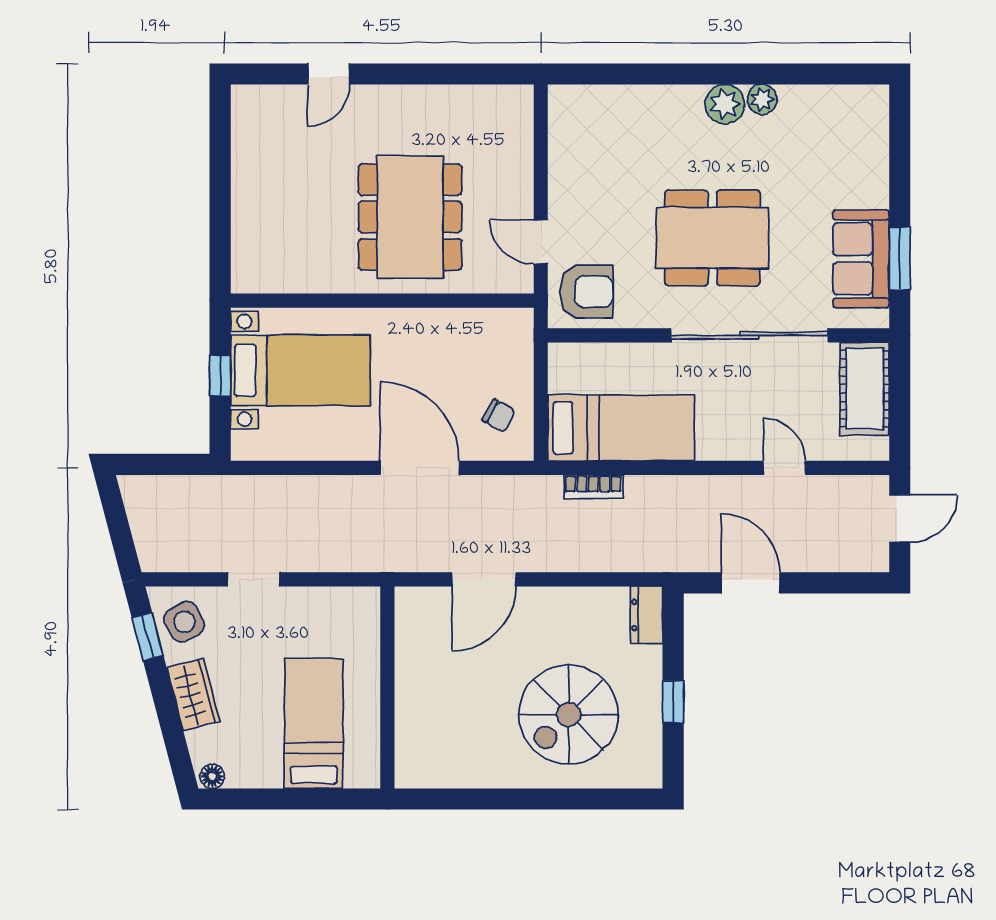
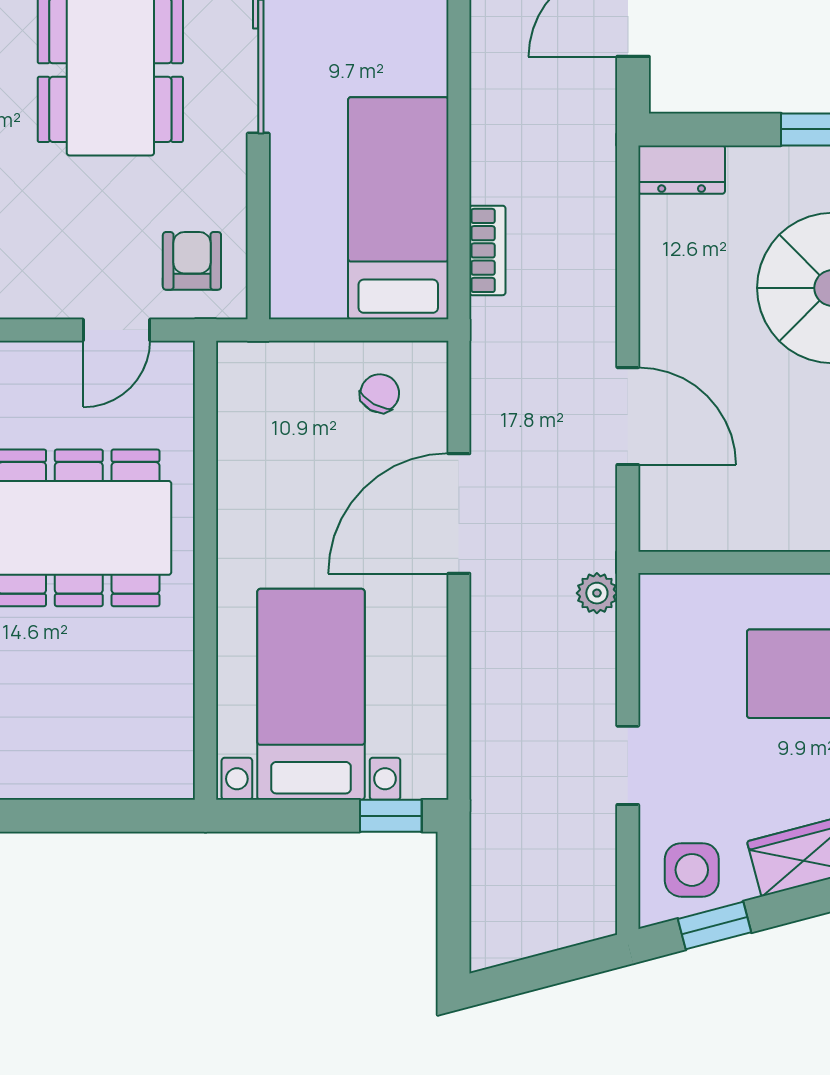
armchair: (586, 292) -> (192, 261), width x0.72, depth x0.72
window: (220, 376) -> (391, 816), moved
plant: (367, 559) -> (597, 593), added
side table: (184, 622) -> (692, 870), turned 30

